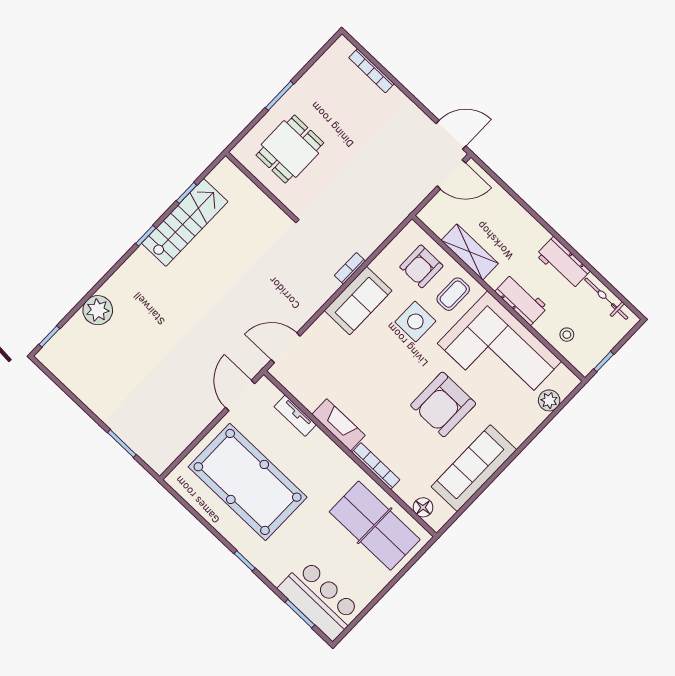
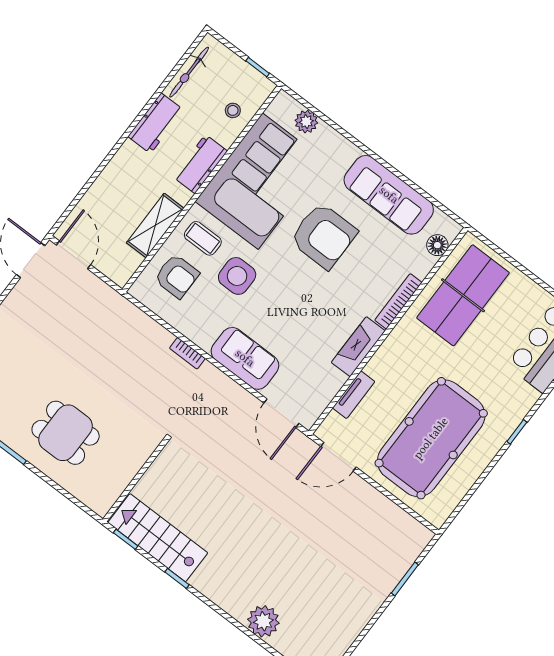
wall: (261, 186) -> (135, 480), moved
sofa: (358, 301) -> (245, 358), moved

